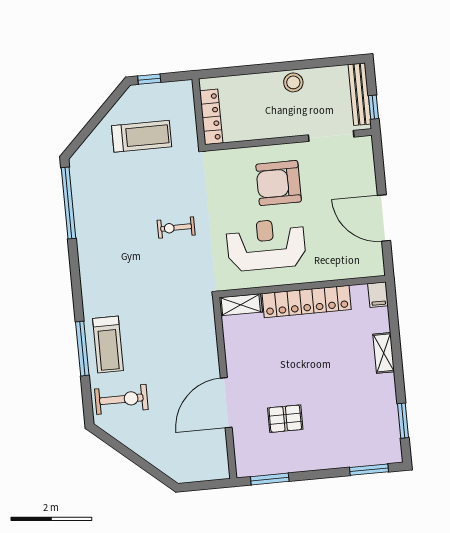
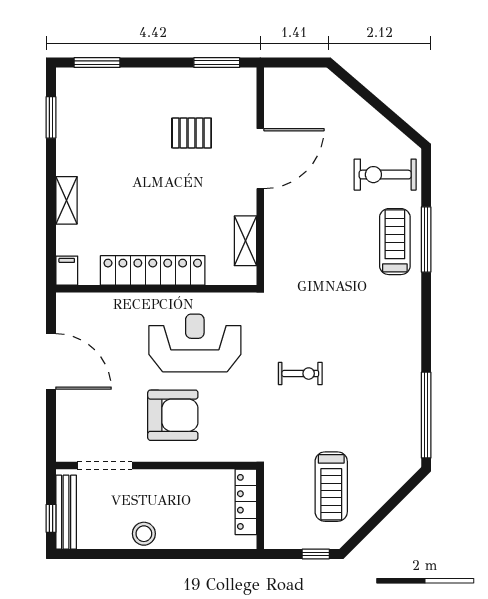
window: (373, 107) -> (51, 518), moved
treadmill: (142, 136) -> (331, 487), turned -90
reception desk: (266, 245) -> (195, 343), turned 180
shelving: (241, 305) -> (245, 241), moved, turned 90

